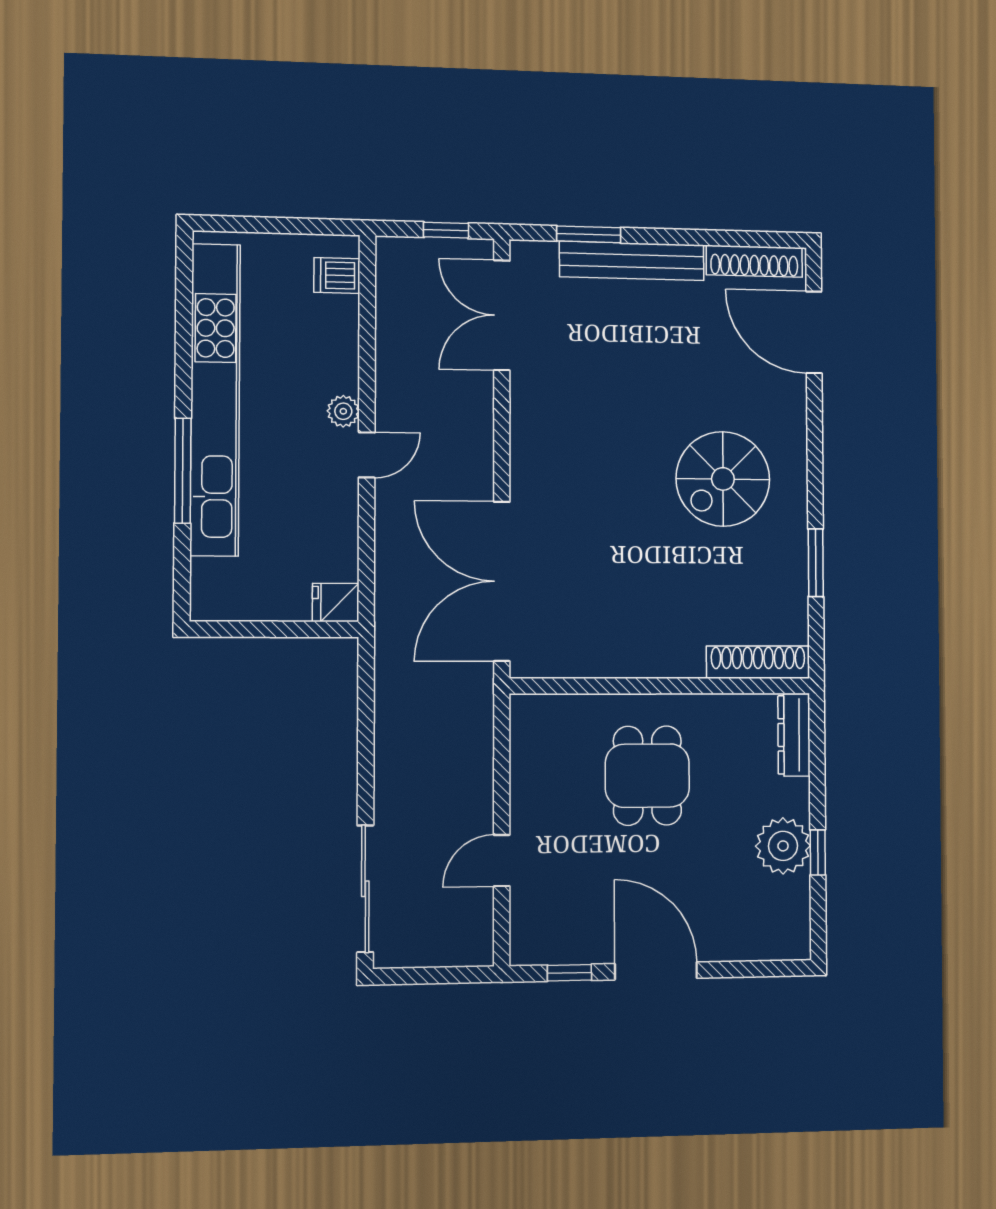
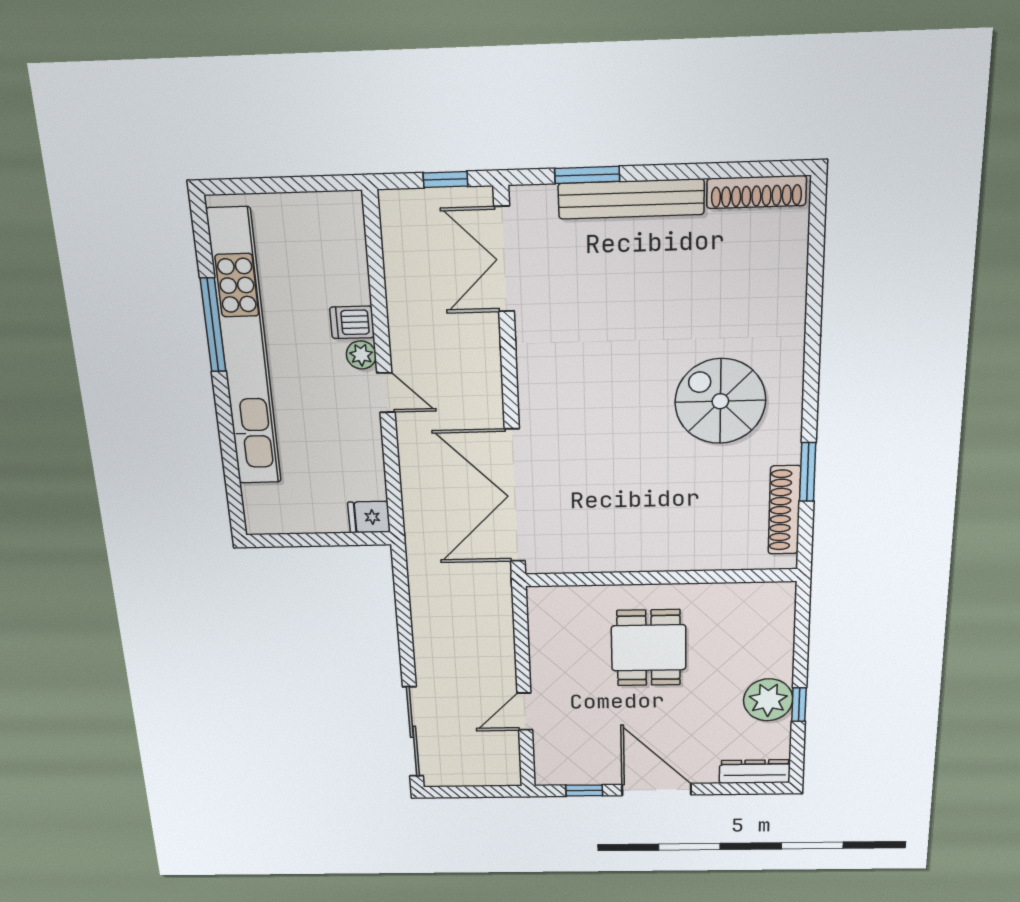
dishwasher: (337, 275) -> (352, 322), moved
door: (814, 332) -> (816, 260), removed
door: (367, 455) -> (386, 393), hinge flipped
window: (183, 471) -> (213, 325), moved
spiral stairs: (723, 479) -> (720, 401), turned 90
shoe rack: (758, 662) -> (784, 510), moved, turned -90
dresser: (794, 735) -> (755, 772), moved, turned 90

